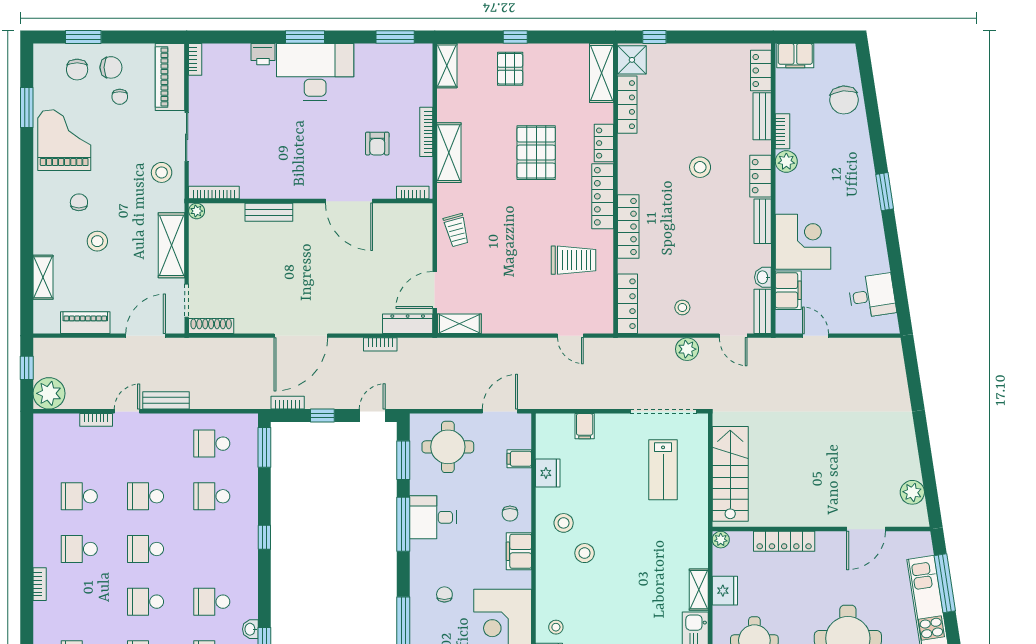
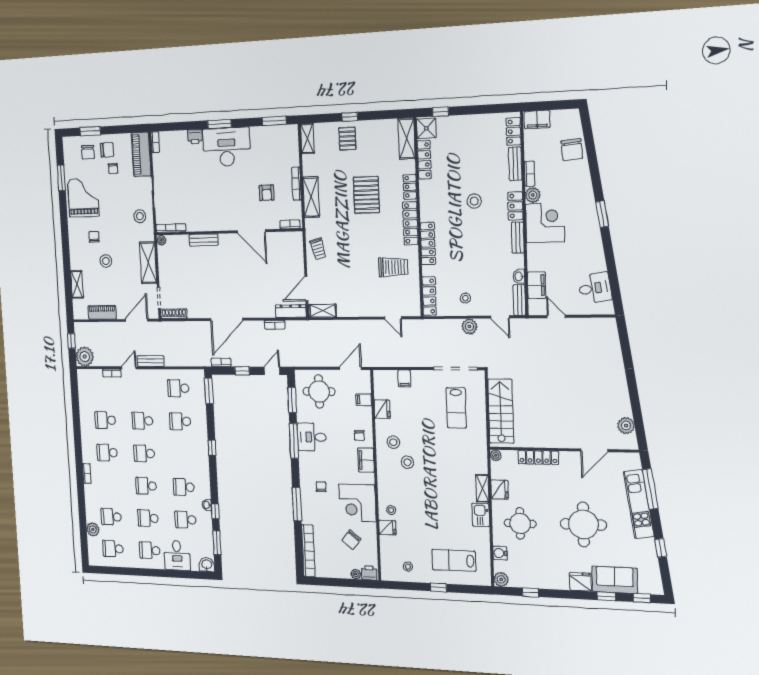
corner desk: (803, 242) -> (545, 223), moved

